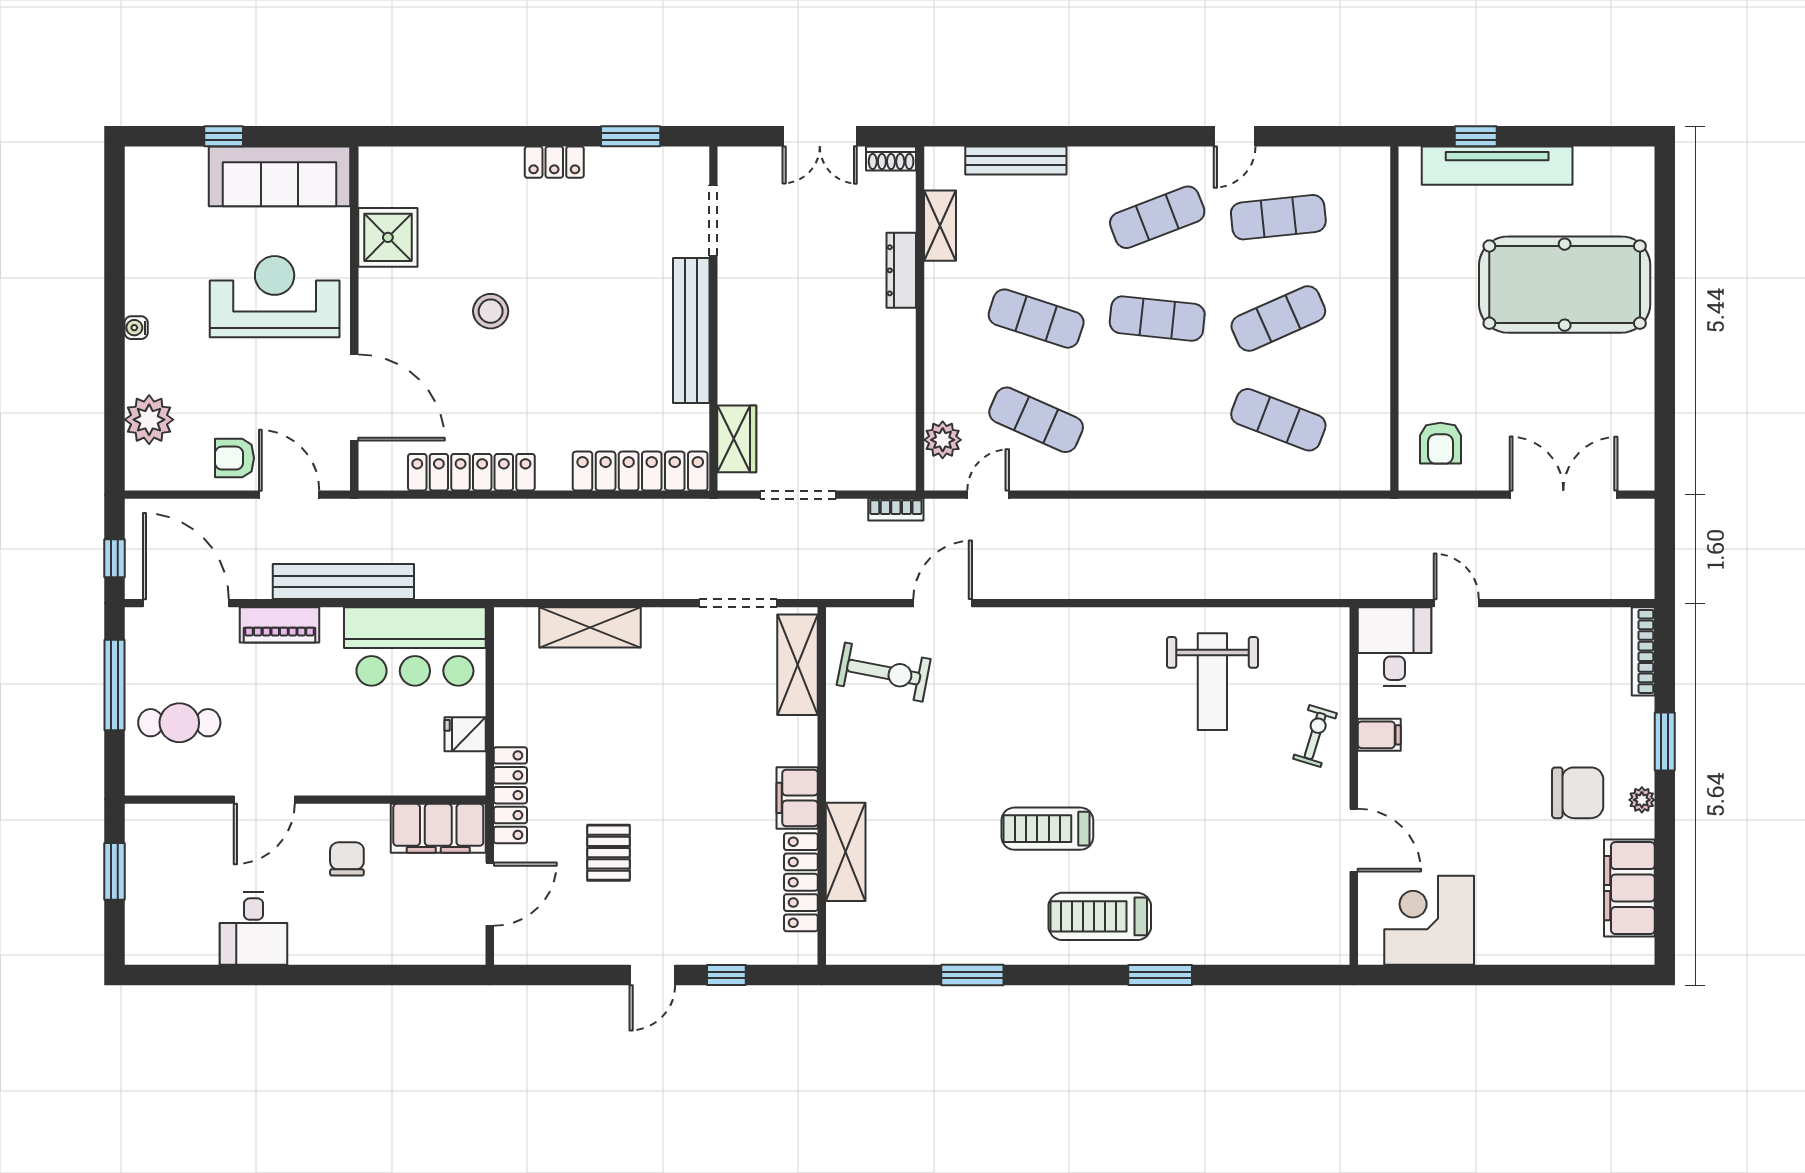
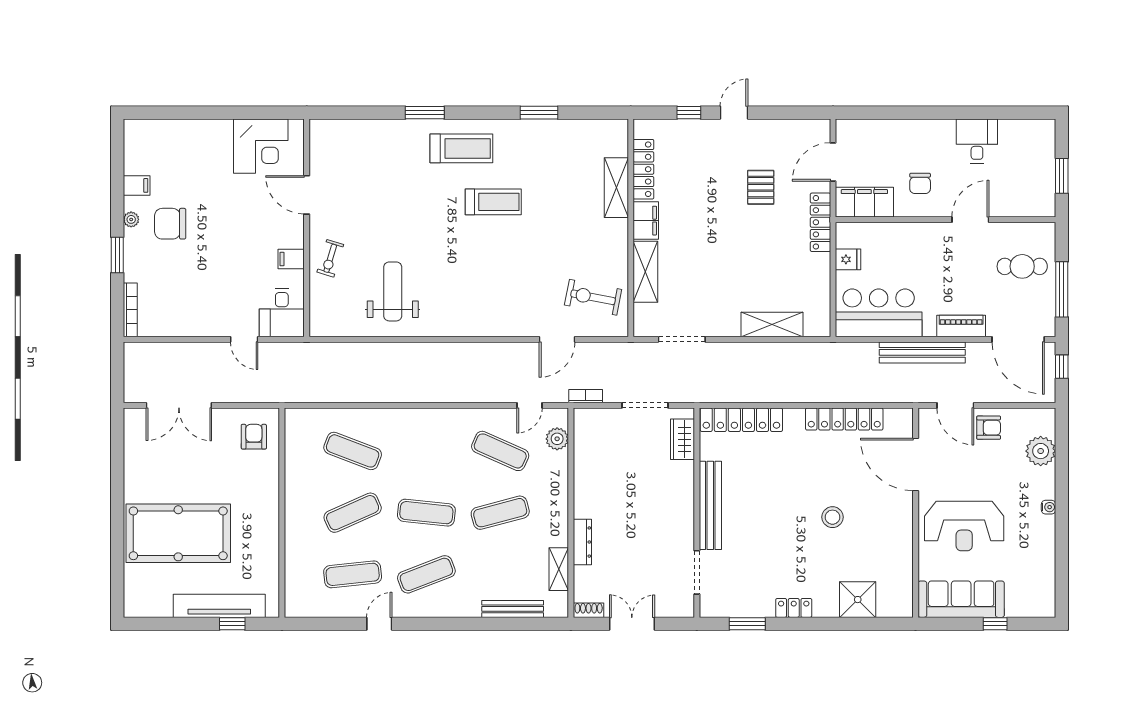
shower: (388, 237) -> (858, 600), moved
exercise mat: (1036, 319) -> (500, 513), turned -33
shelving: (798, 665) -> (645, 272), moved
filing cabinet: (1629, 888) -> (137, 185), width x0.33, depth x0.86

